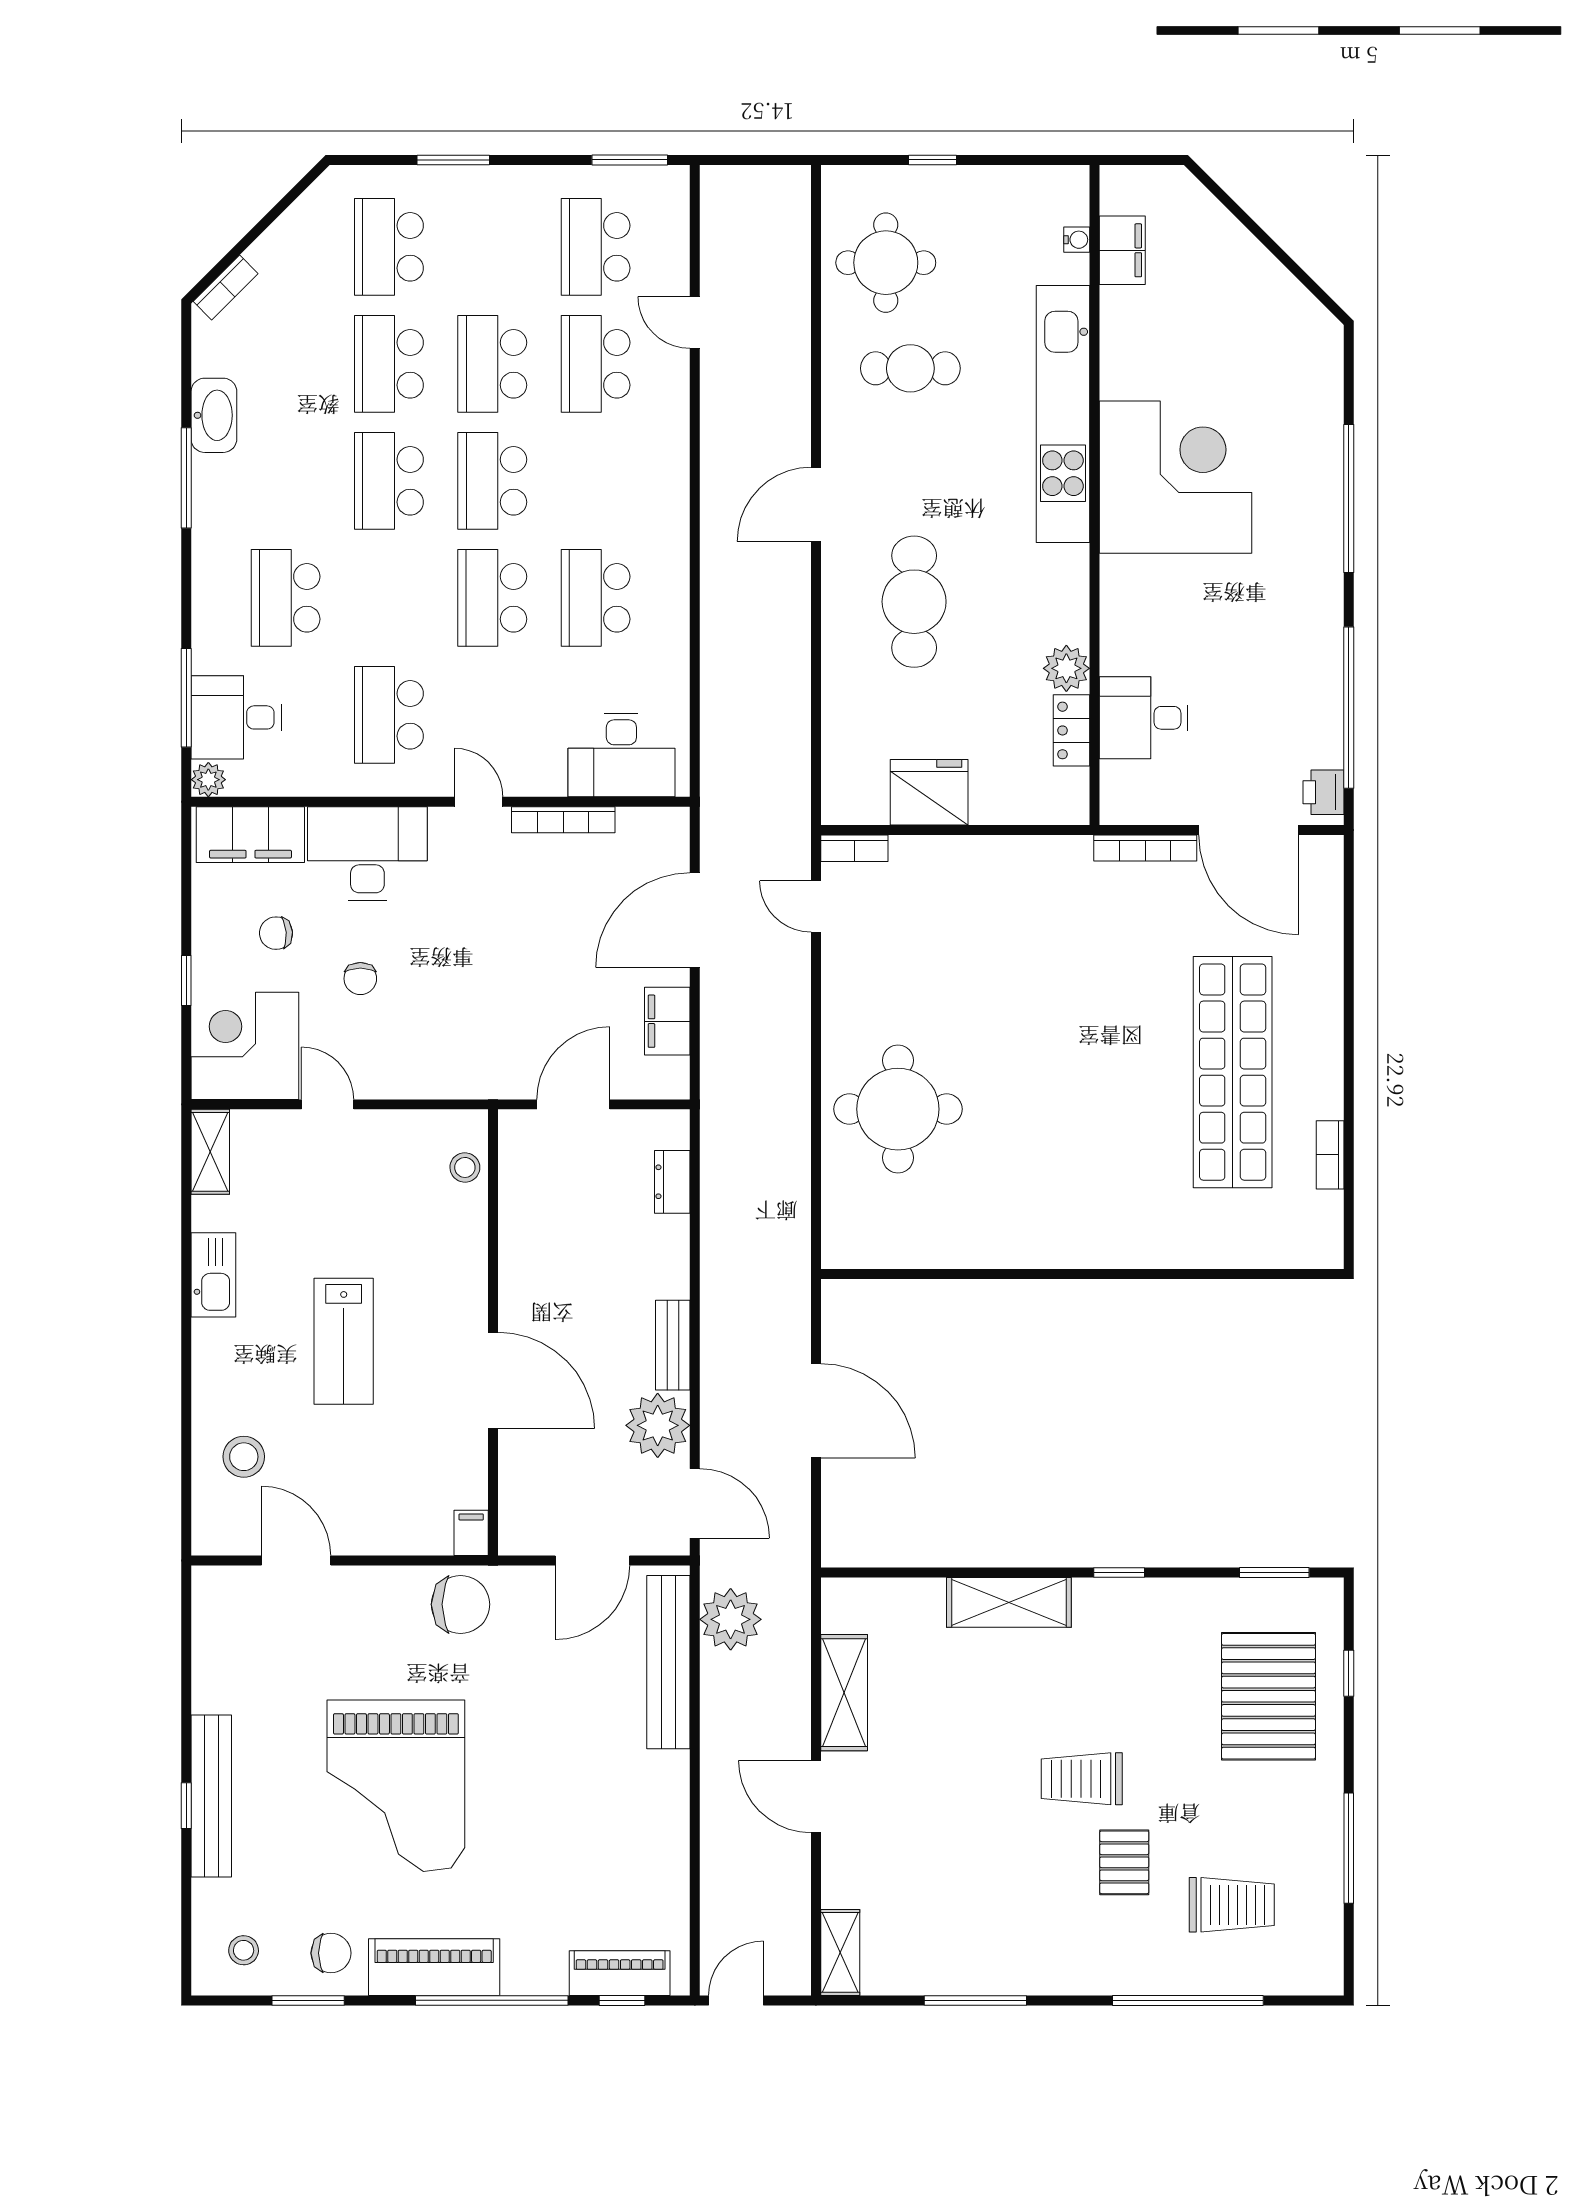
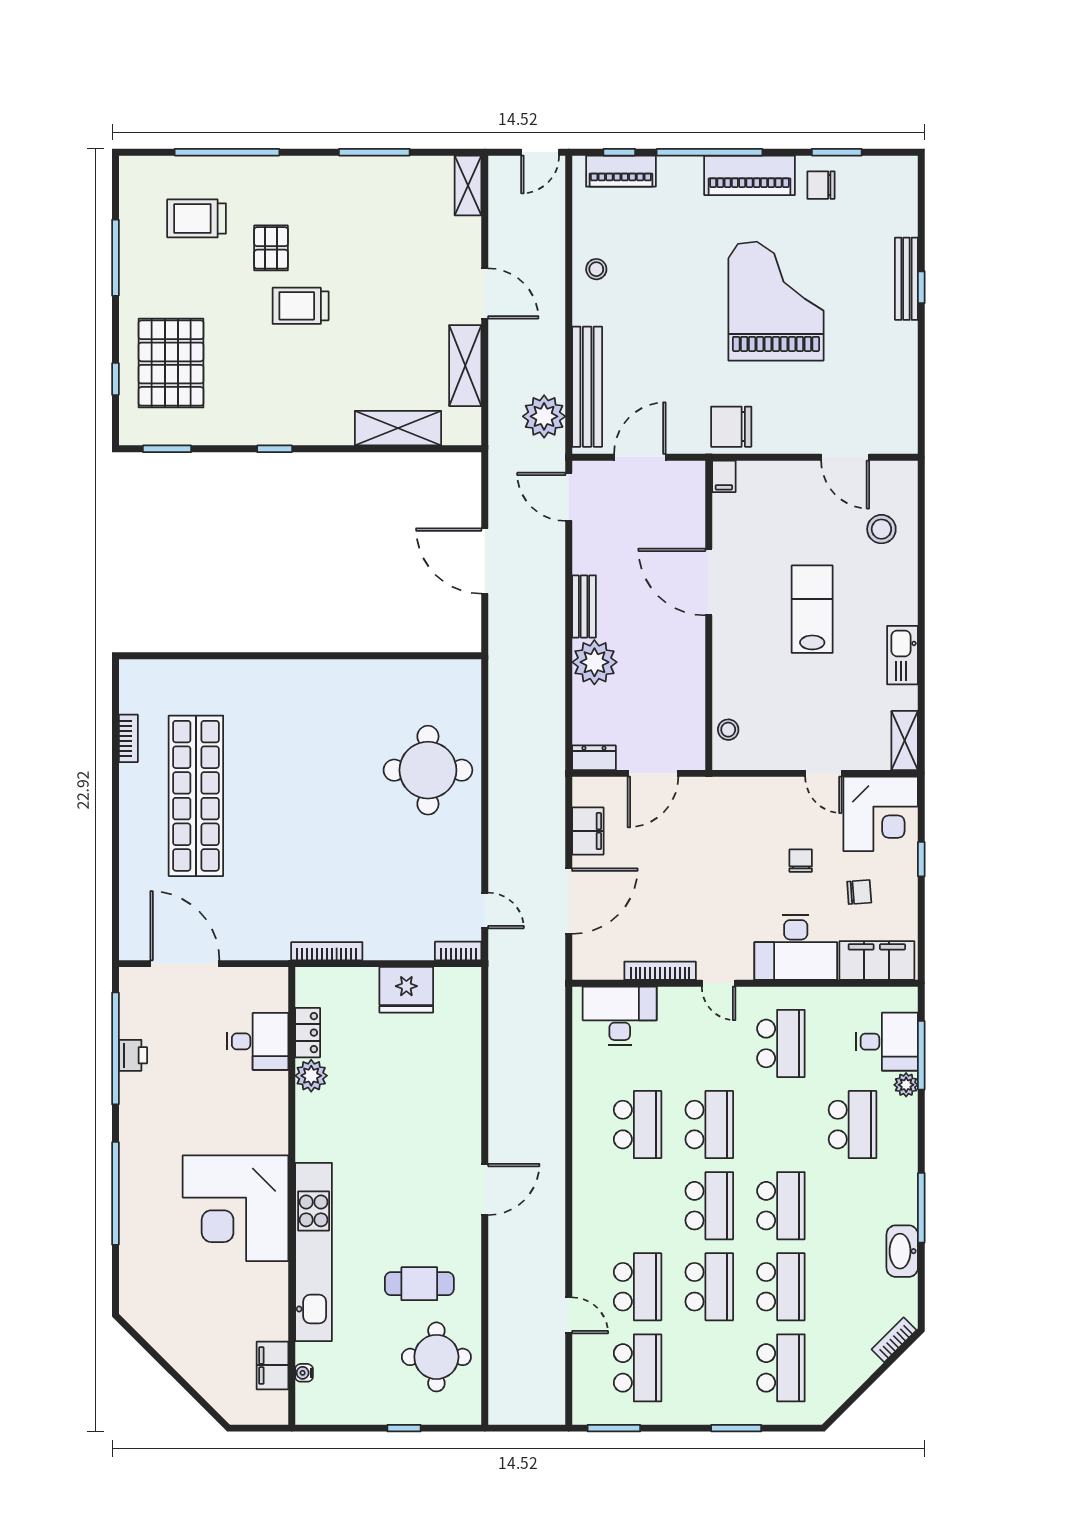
cafe table: (914, 602) -> (417, 1122), removed
plant: (208, 780) -> (906, 1085), moved
printer: (1323, 792) -> (133, 1055), moved
bookcase: (1145, 848) -> (327, 951), moved
dresser: (672, 1182) -> (594, 758), moved, turned -90
plant: (658, 1425) -> (594, 662), moved
shelving: (1009, 1602) -> (398, 428), moved
trolley: (1082, 1779) -> (301, 306), turned 180
bench: (211, 1796) -> (906, 279), width x0.73, depth x0.82
stool: (244, 1950) -> (596, 269), moved

